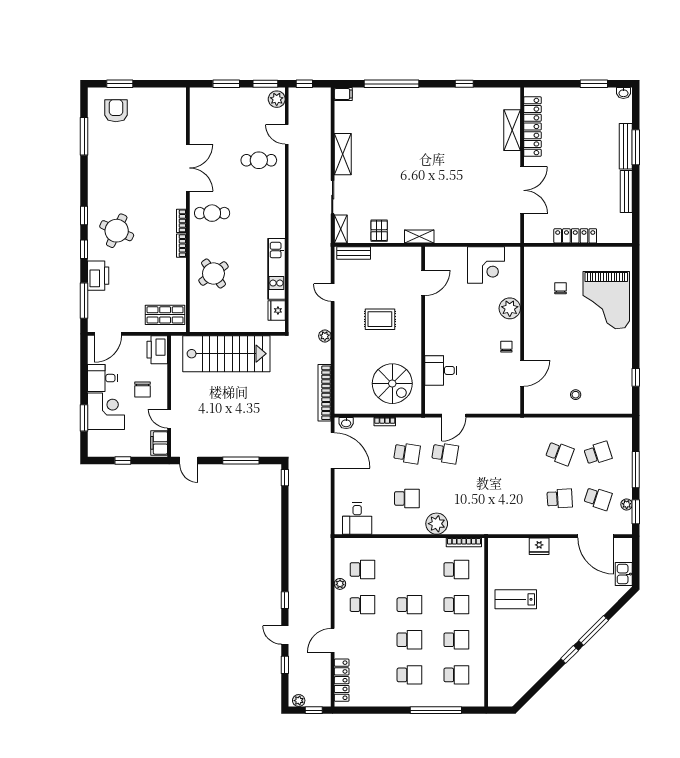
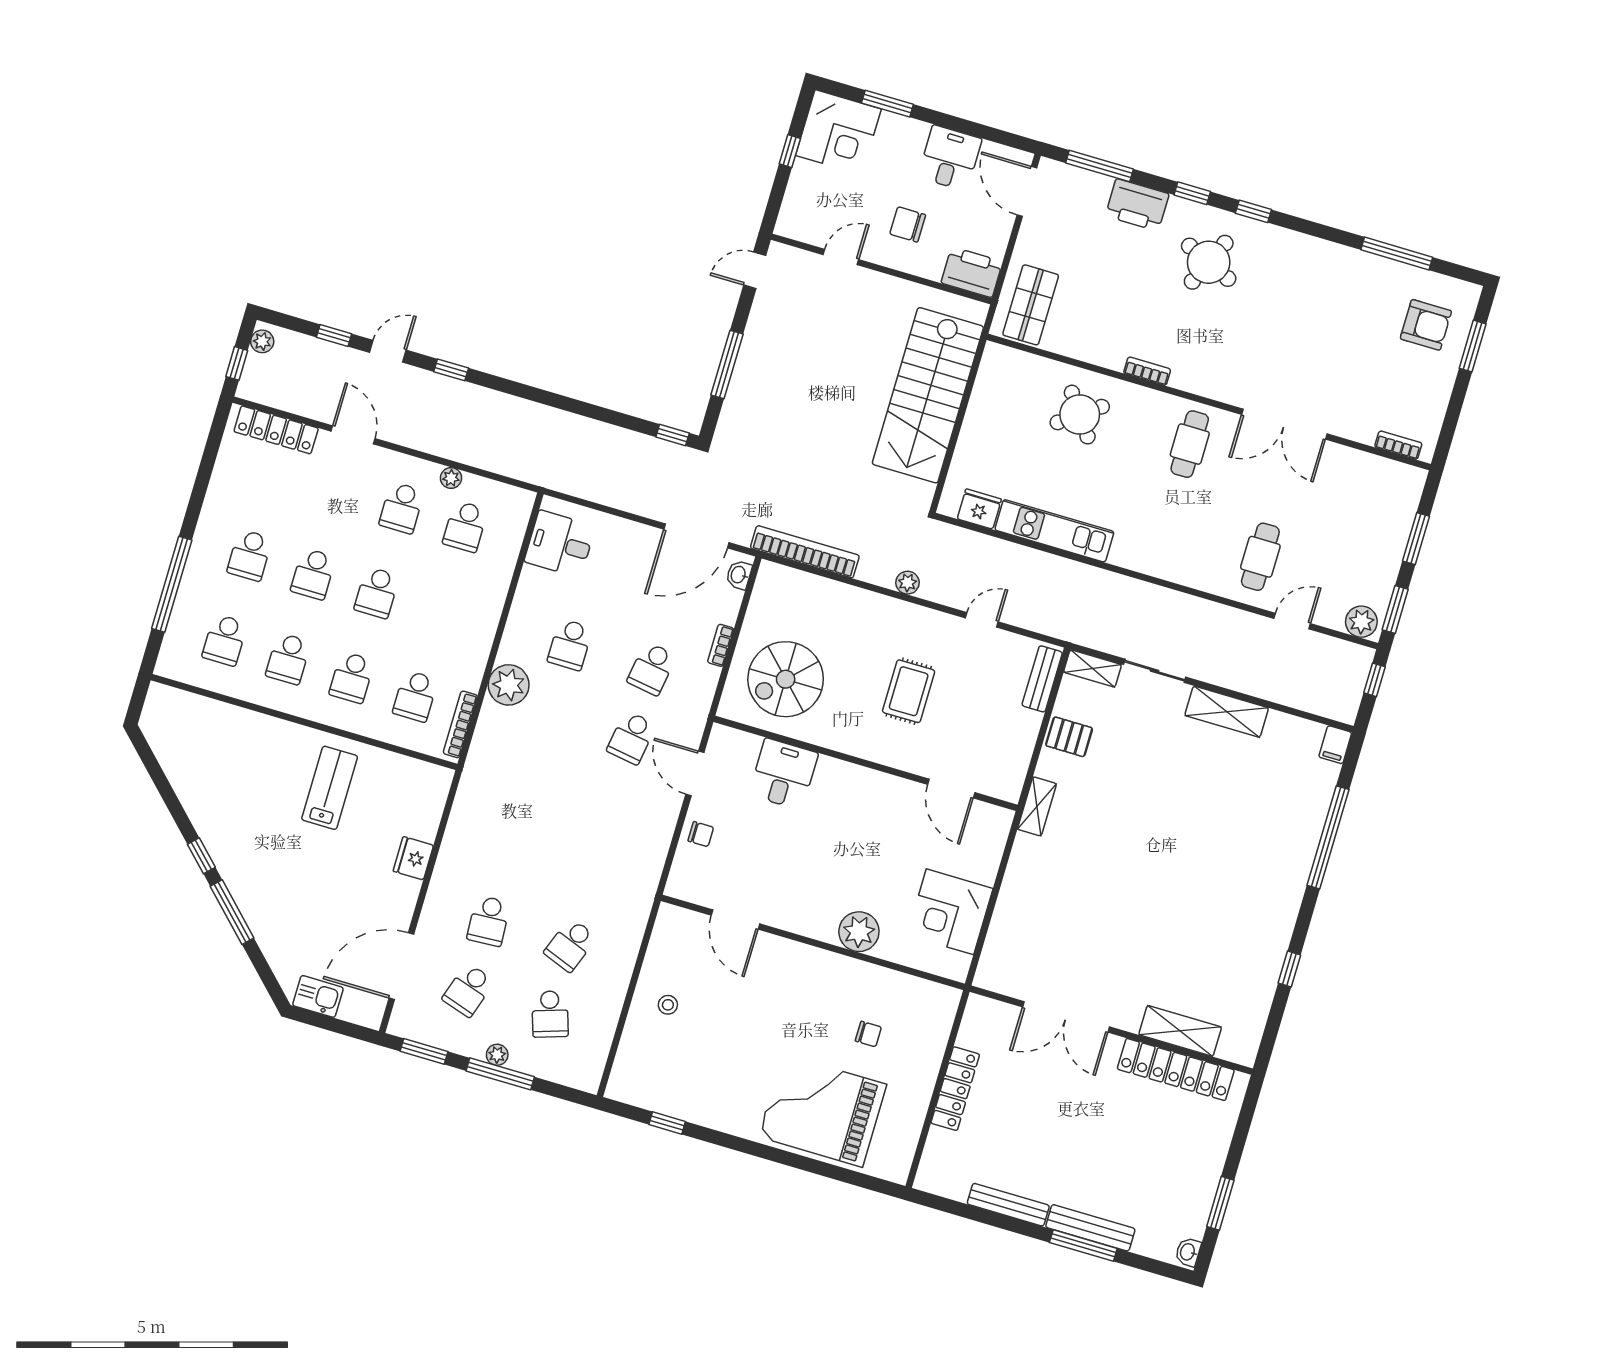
bookcase: (181, 221) -> (1398, 445), moved
chair: (506, 347) -> (701, 834), moved
corner desk: (106, 411) -> (838, 132), moved
filing cabinet: (159, 443) -> (802, 226), removed
plant: (627, 504) -> (497, 1055), moved

